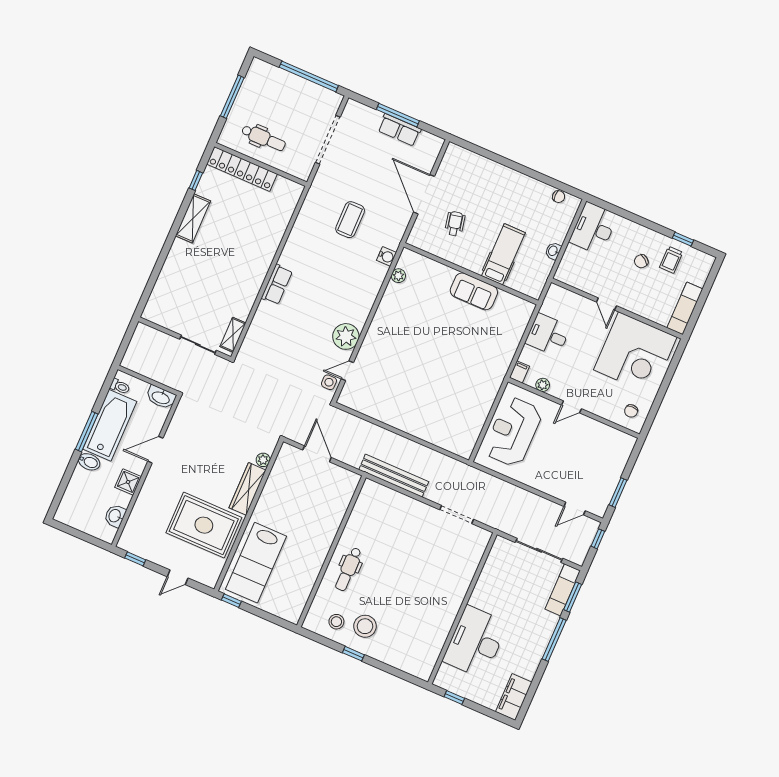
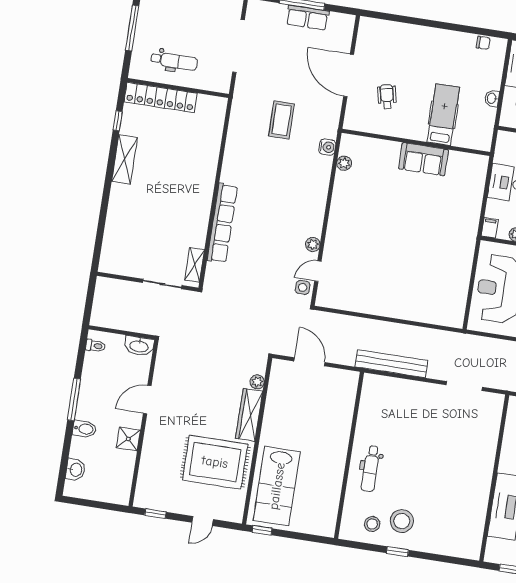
row of seats: (277, 284) -> (222, 223), width x2.02
plant: (346, 336) -> (313, 245), width x0.53, depth x0.53
bathtub: (110, 425) -> (95, 387), removed
washbasin: (115, 516) -> (75, 470), moved, turned 180

